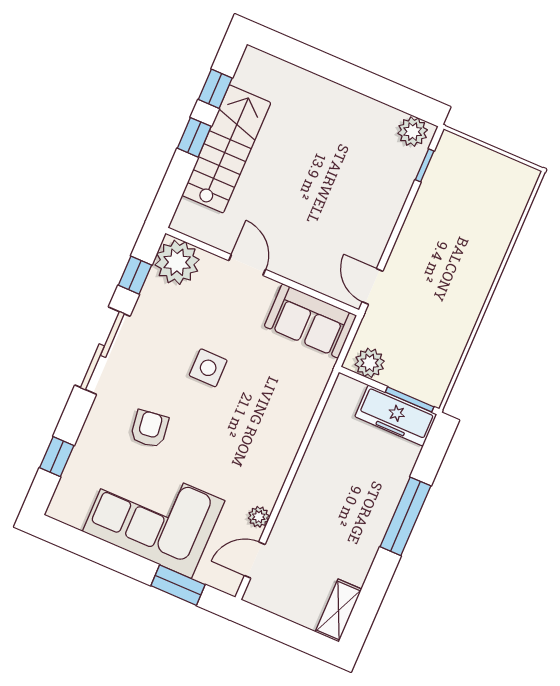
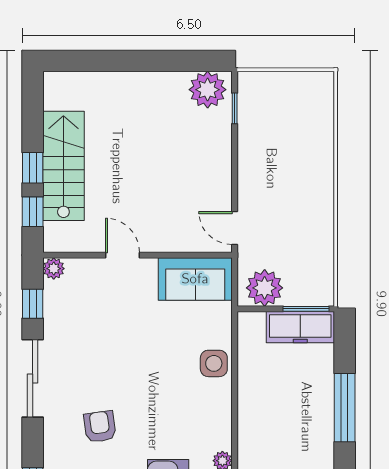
window: (215, 89) -> (33, 212), moved
plant: (413, 132) -> (208, 90), width x1.36, depth x1.36
plant: (177, 262) -> (54, 269), width x0.53, depth x0.53
plant: (370, 363) -> (265, 288), width x1.36, depth x1.36
side table: (208, 368) -> (214, 363), moved

